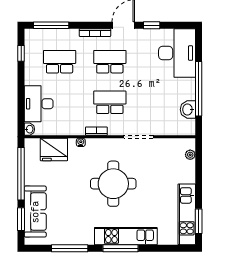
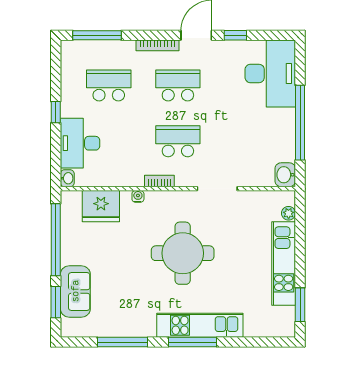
window: (21, 53) -> (56, 112), moved
washbasin: (188, 110) -> (285, 175), moved
sofa: (35, 212) -> (75, 291), width x0.73
kitchen unit: (187, 214) -> (284, 264), moved

